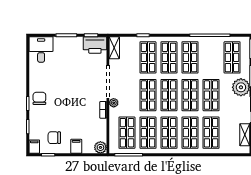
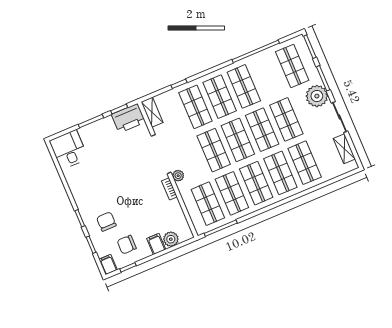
chair: (39, 98) -> (106, 222), moved
plant: (100, 147) -> (171, 239), moved

